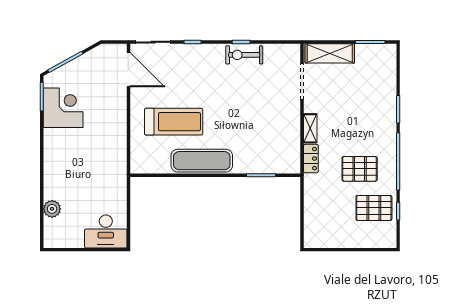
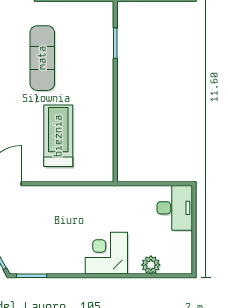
corner desk: (63, 108) -> (106, 253), moved
exercise mat: (202, 161) -> (42, 58), moved

